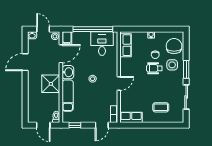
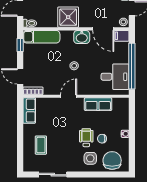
row of seats: (126, 45) -> (98, 104), moved
chair: (174, 46) -> (112, 160), turned -90
window: (186, 69) -> (85, 175), removed
door: (119, 83) -> (69, 96), swing flipped
exam couch: (68, 96) -> (41, 37), moved

